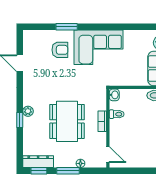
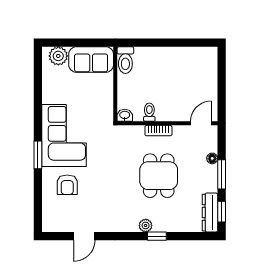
window: (67, 27) -> (38, 155), moved
armchair: (60, 50) -> (67, 185), turned 180
dining table: (67, 121) -> (159, 176), width x0.73

